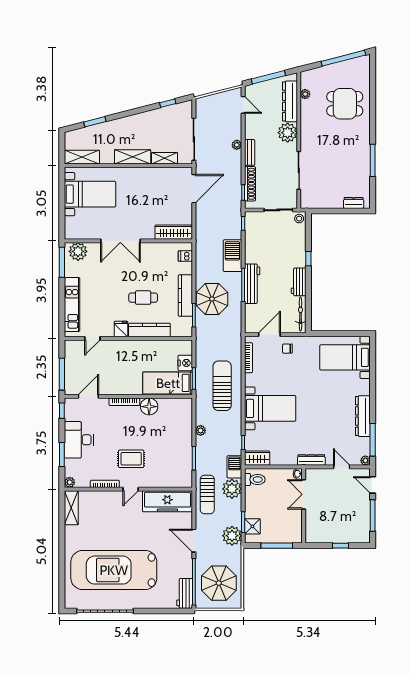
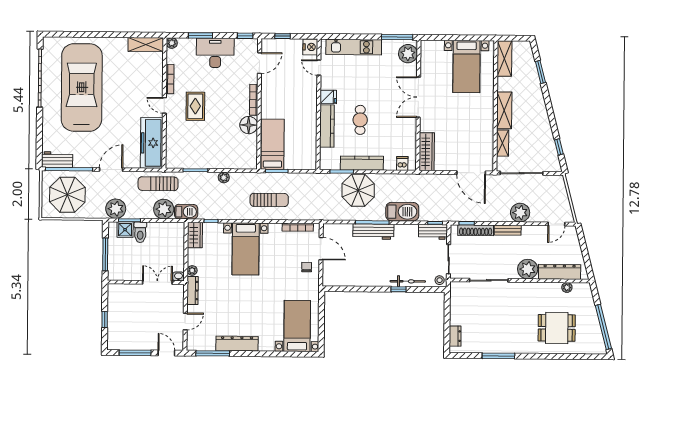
window: (268, 77) -> (584, 250), removed
dining table: (345, 104) -> (557, 328), turned 90
plant: (237, 145) -> (520, 213), width x1.88, depth x1.88
workbench: (299, 282) -> (433, 232), moved, turned 180
bicycle: (300, 314) -> (408, 281), moved
nightstand: (185, 363) -> (310, 47), moved, turned -90
window: (62, 374) -> (283, 36), width x0.46
sun lounger: (222, 386) -> (269, 200), width x0.73, depth x0.75
door: (88, 396) -> (259, 63), hinge flipped
plant: (365, 461) -> (192, 270), moved
toilet: (255, 479) -> (140, 232), moved
door: (373, 485) -> (166, 353), hinge flipped

